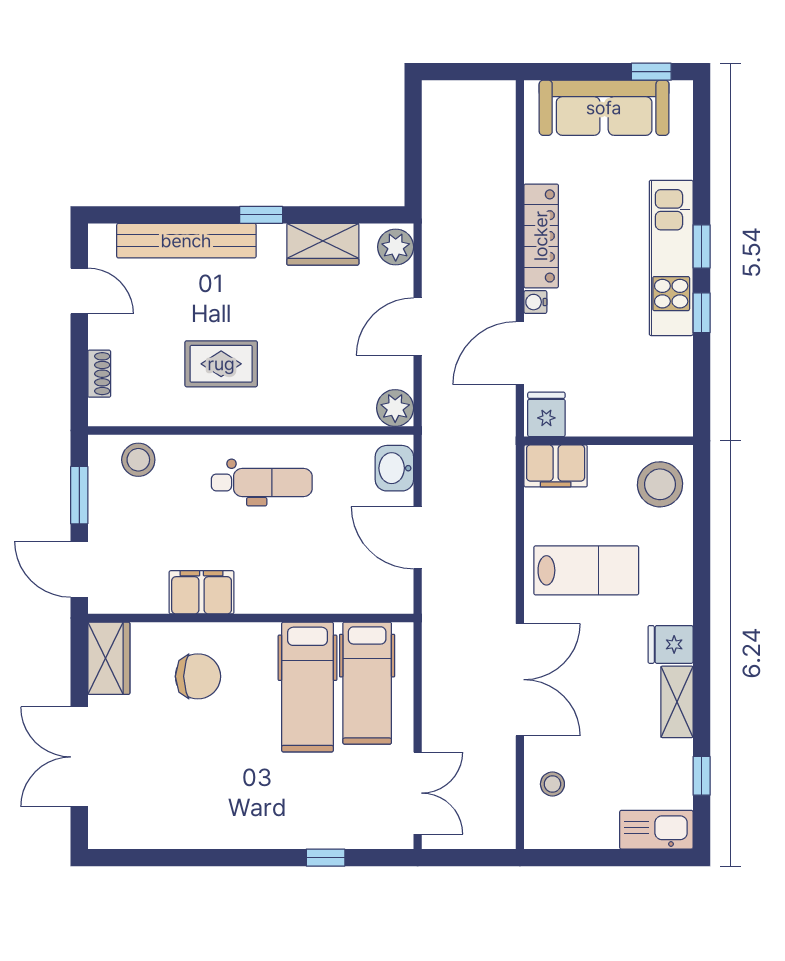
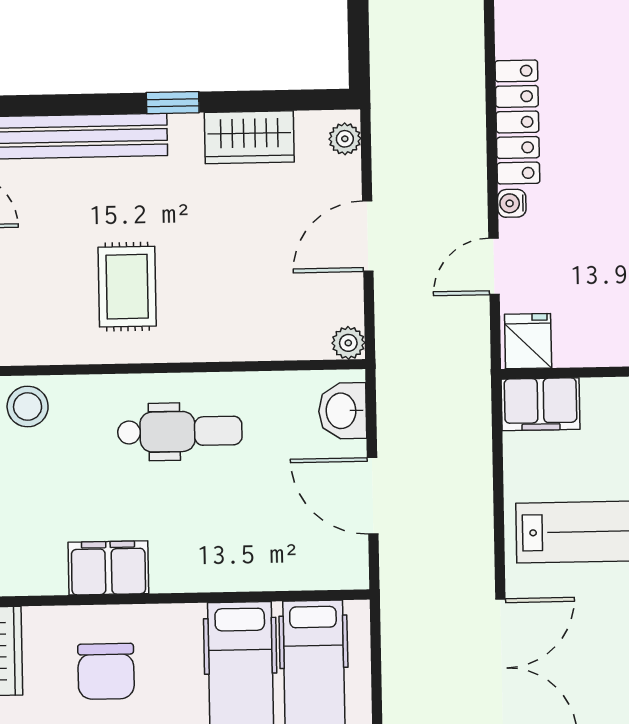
plant: (396, 247) -> (345, 139), width x0.73, depth x0.73
door: (520, 353) -> (494, 266), width x0.73
rug: (221, 364) -> (127, 287), turned 90
plant: (395, 408) -> (348, 343), width x0.73, depth x0.73
chair: (198, 676) -> (106, 671), turned 90

